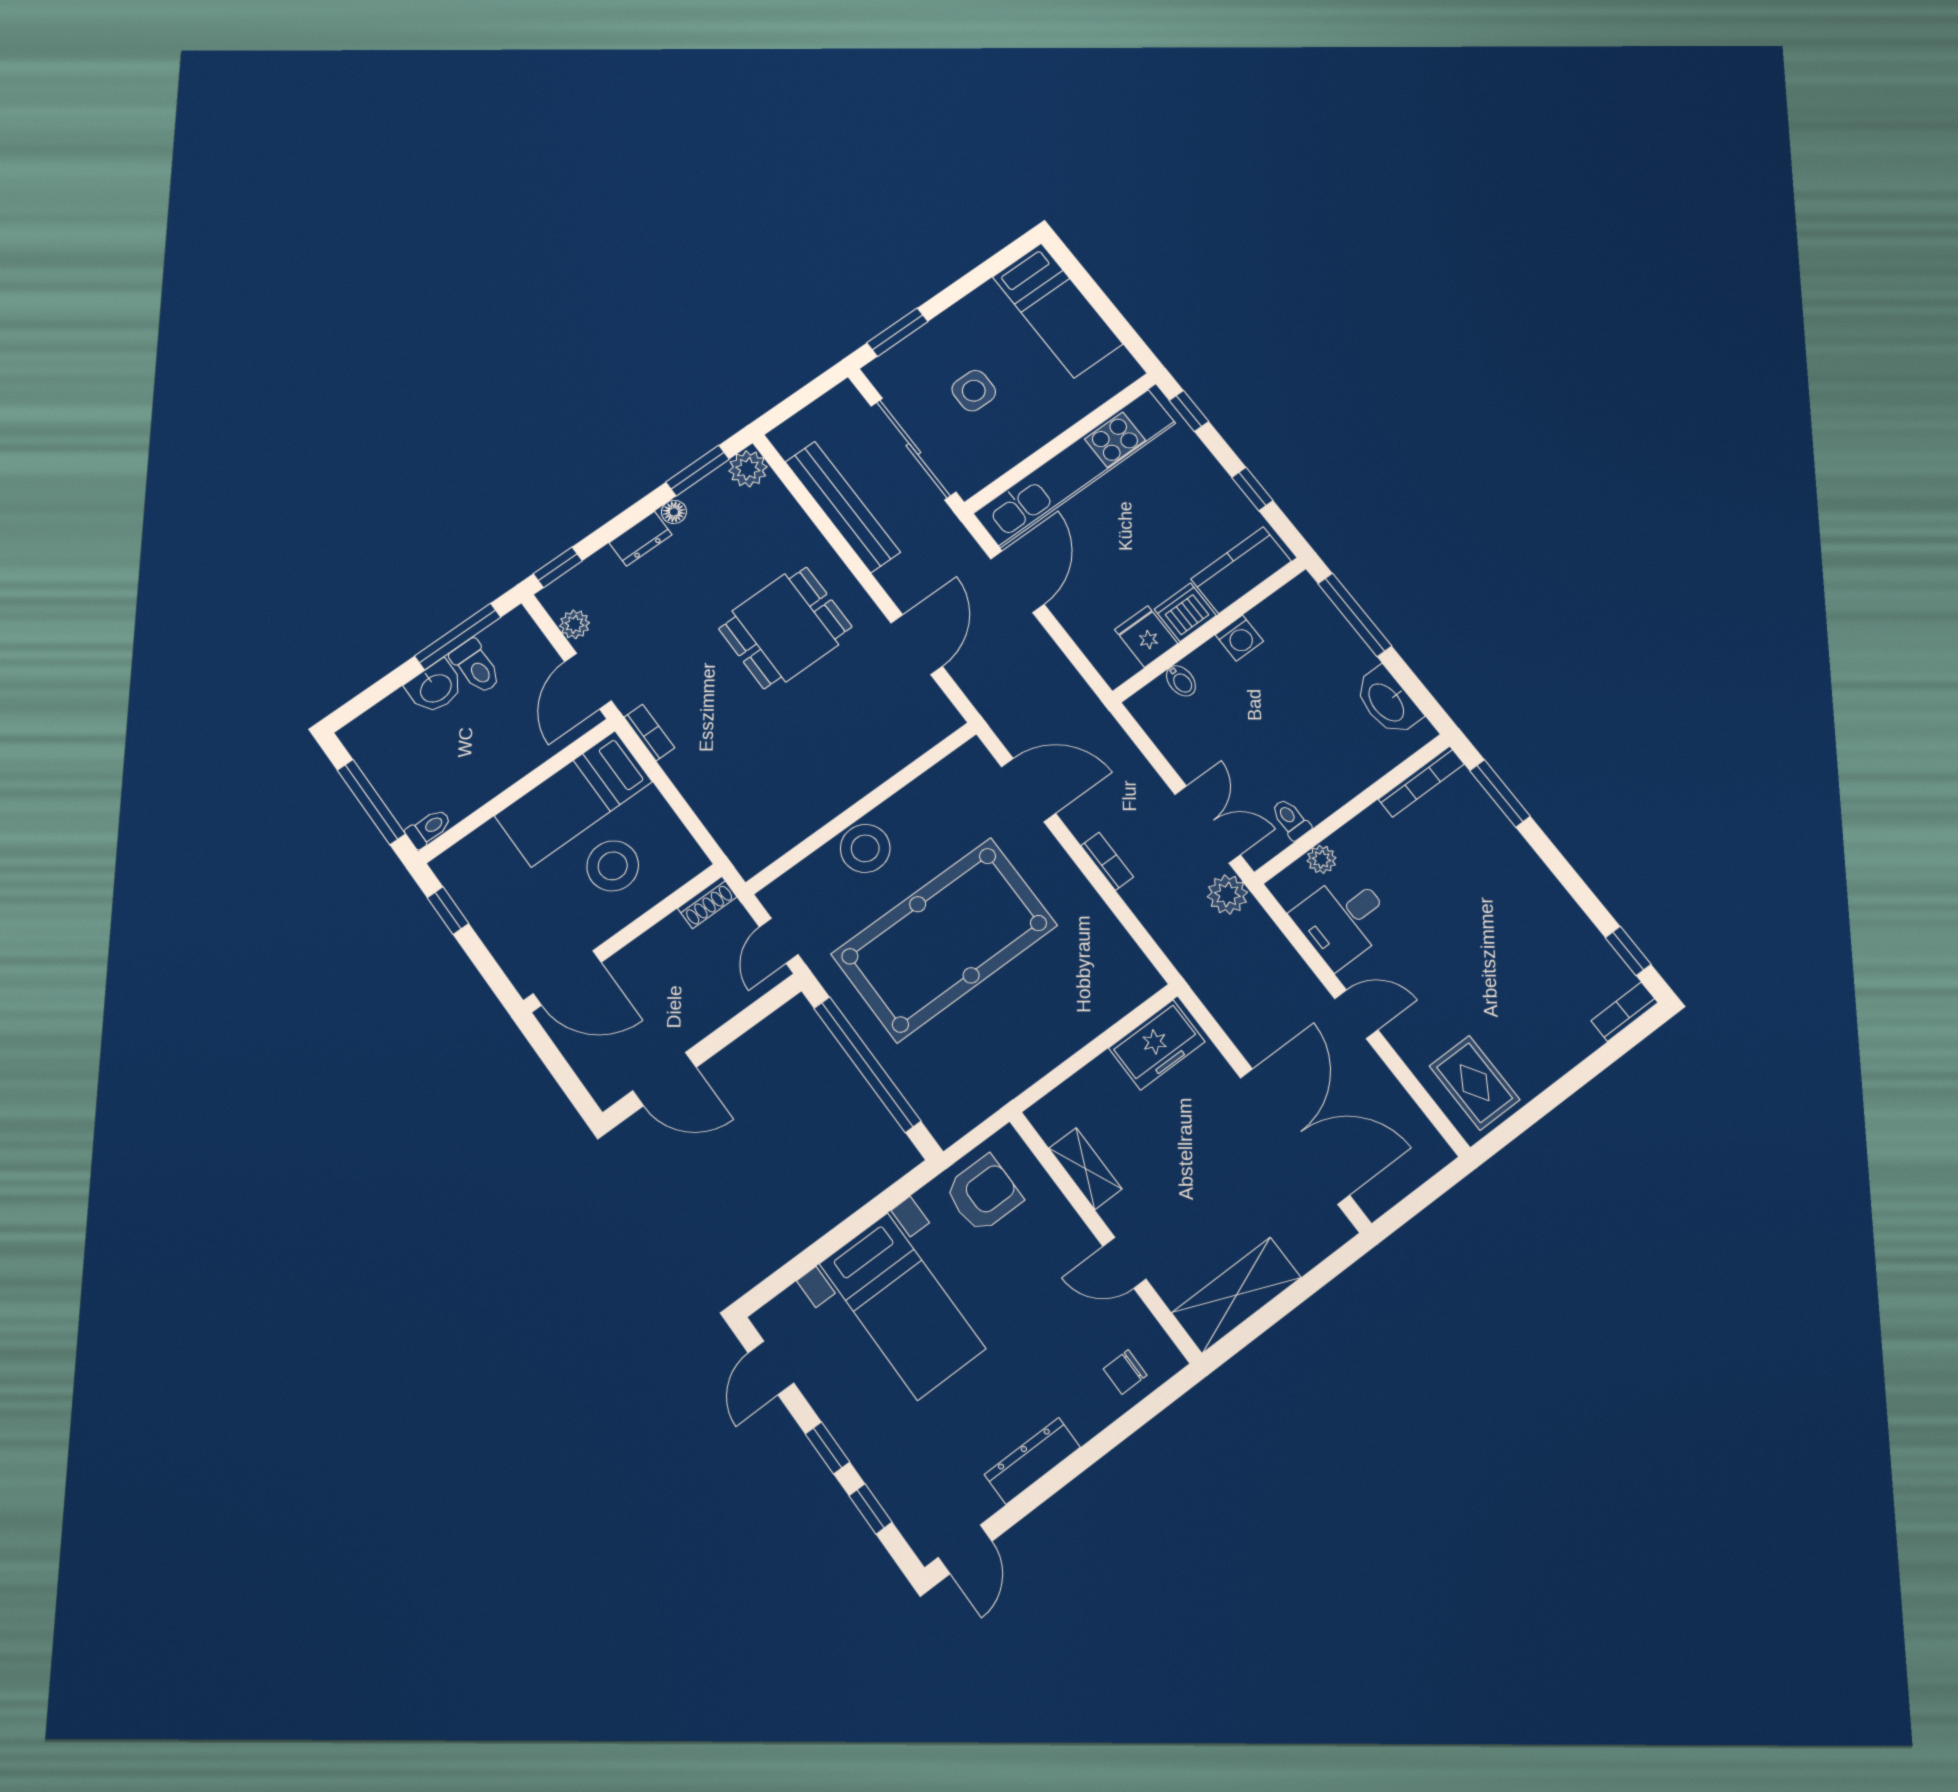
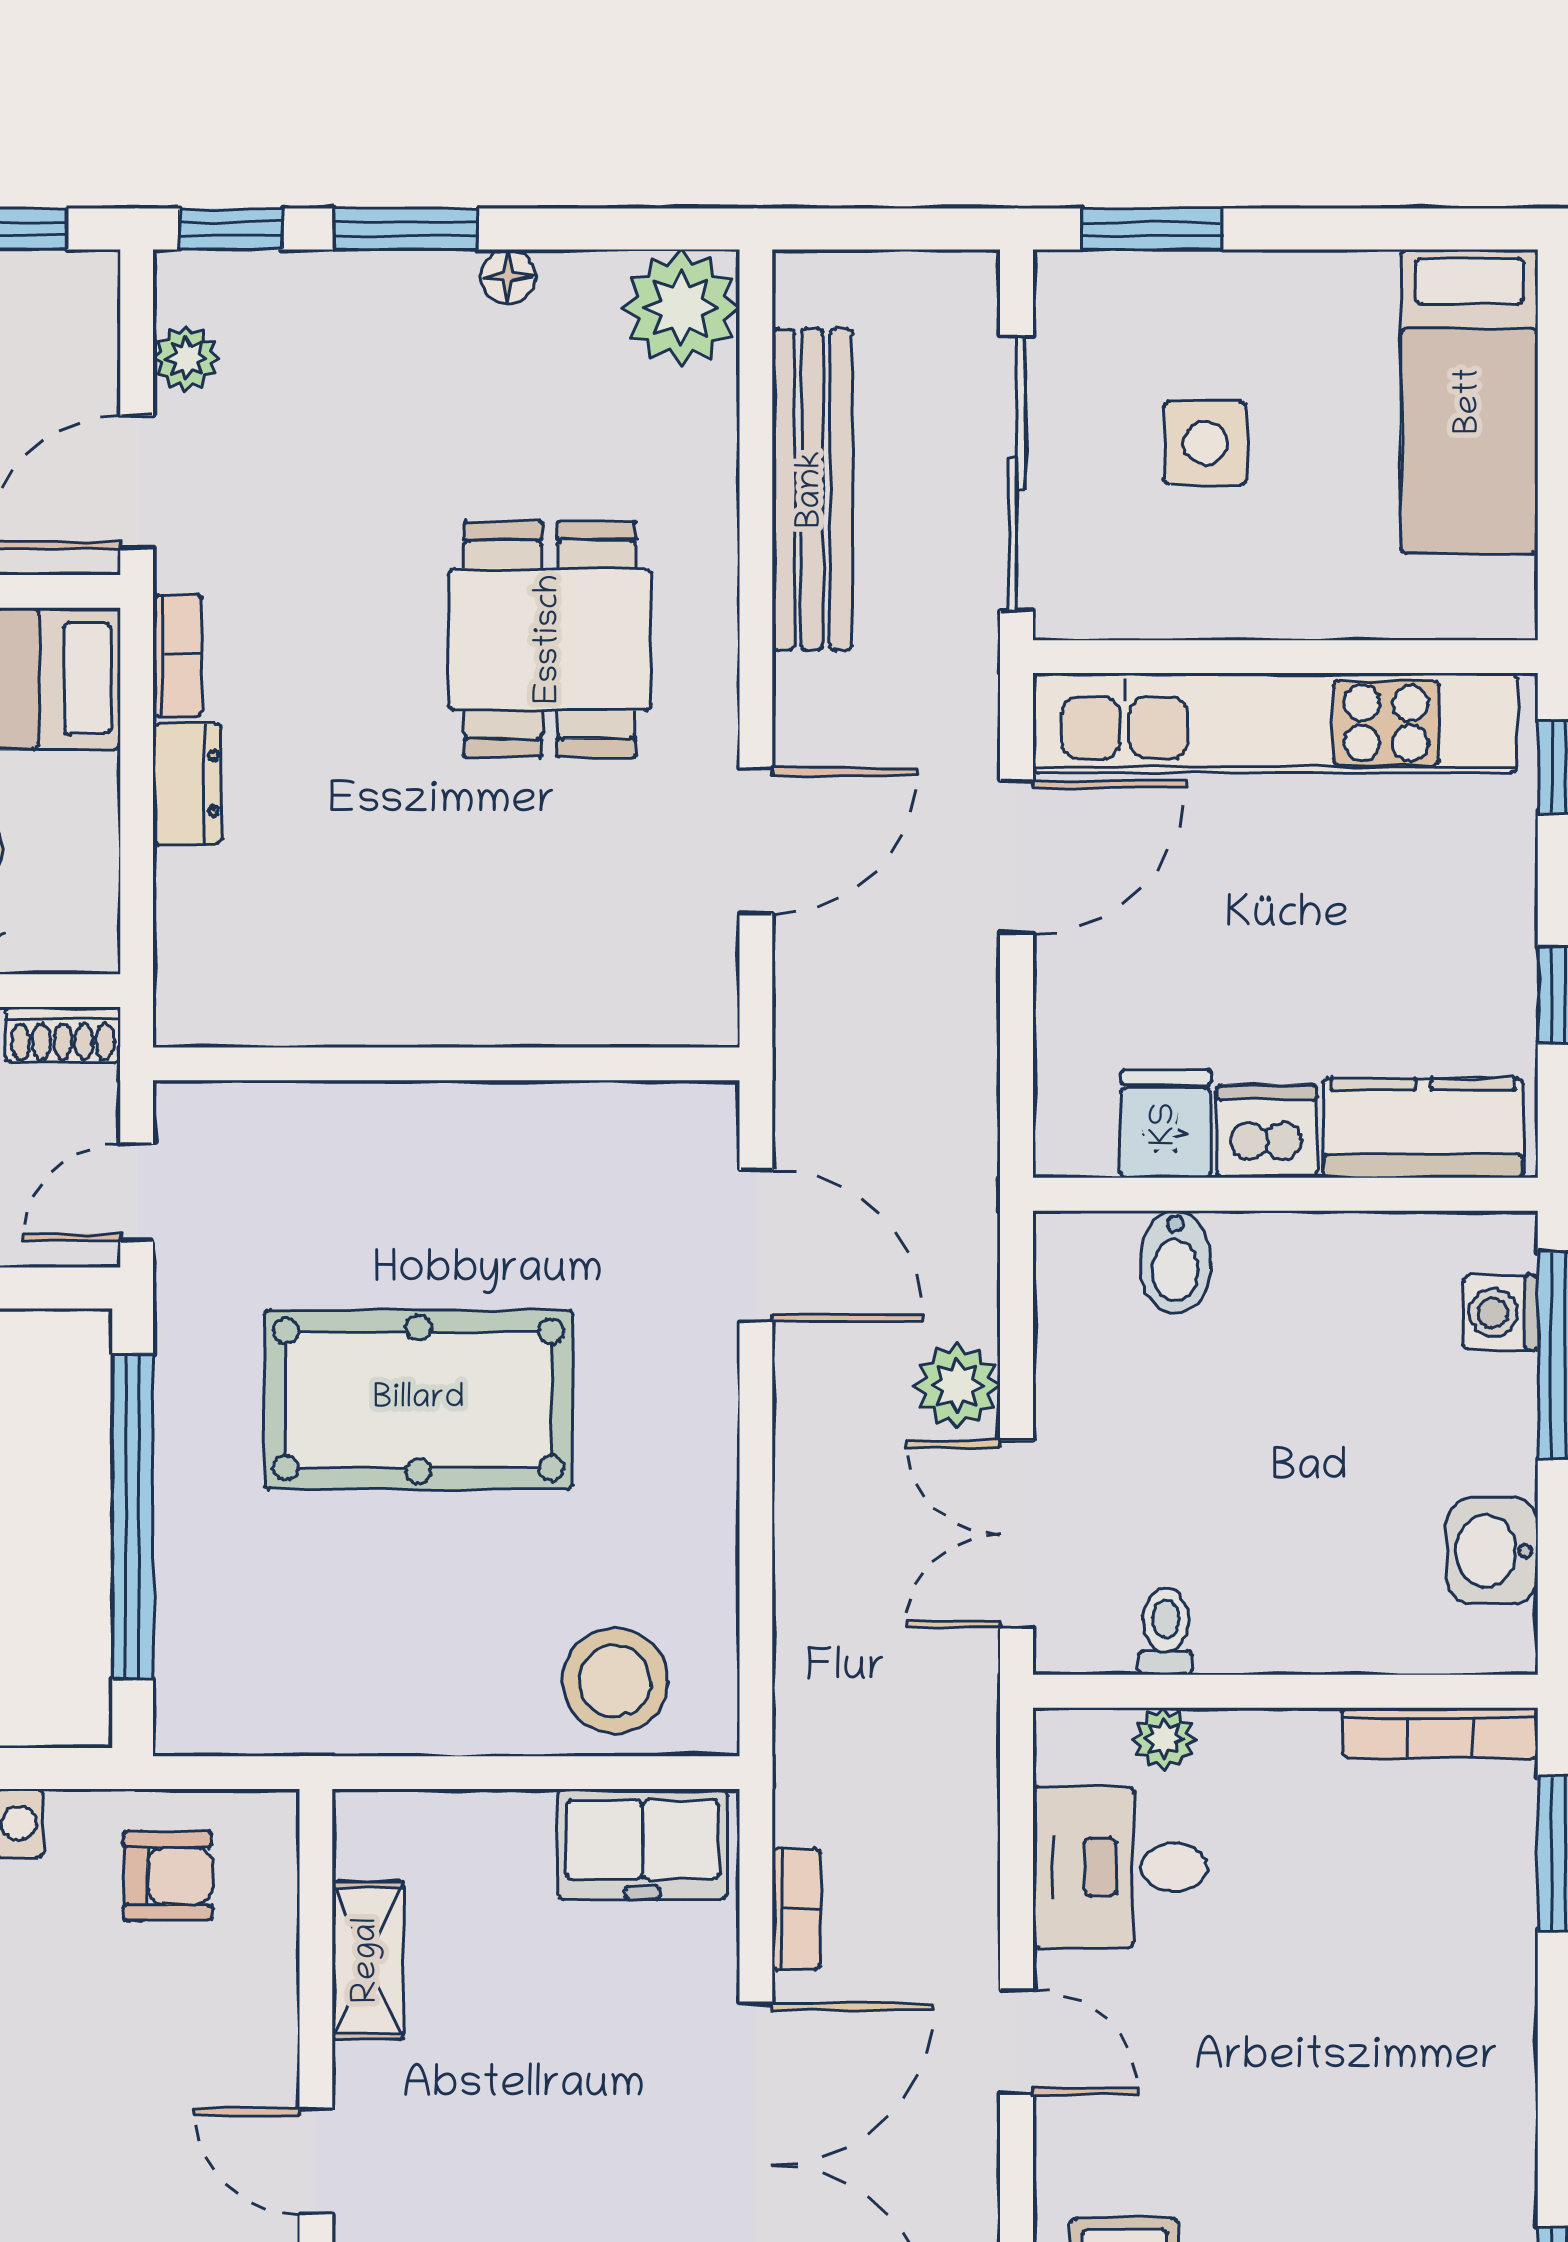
plant: (748, 469) -> (681, 308), width x1.36, depth x1.36
window: (698, 471) -> (406, 229), moved
dresser: (641, 539) -> (187, 784), moved, turned -90
dining table: (785, 628) -> (550, 639), turned 90
washing machine: (1239, 638) -> (1500, 1313), moved, turned 90
bidet: (1181, 681) -> (1175, 1262), width x1.38, depth x1.36
washbasin: (1387, 702) -> (1492, 1551), width x0.72
double door: (1208, 824) -> (1017, 1534), swing flipped
stool: (865, 848) -> (615, 1681), moved
bookcase: (1107, 861) -> (797, 1909), moved
plant: (1227, 894) -> (957, 1386), moved
pool table: (944, 940) -> (419, 1400), width x0.73, depth x0.76
armchair: (983, 1194) -> (168, 1876), width x0.72, depth x0.72

